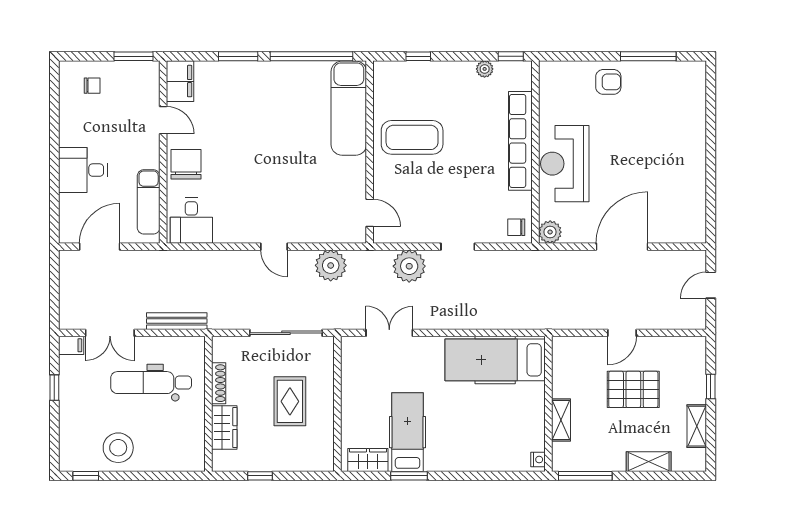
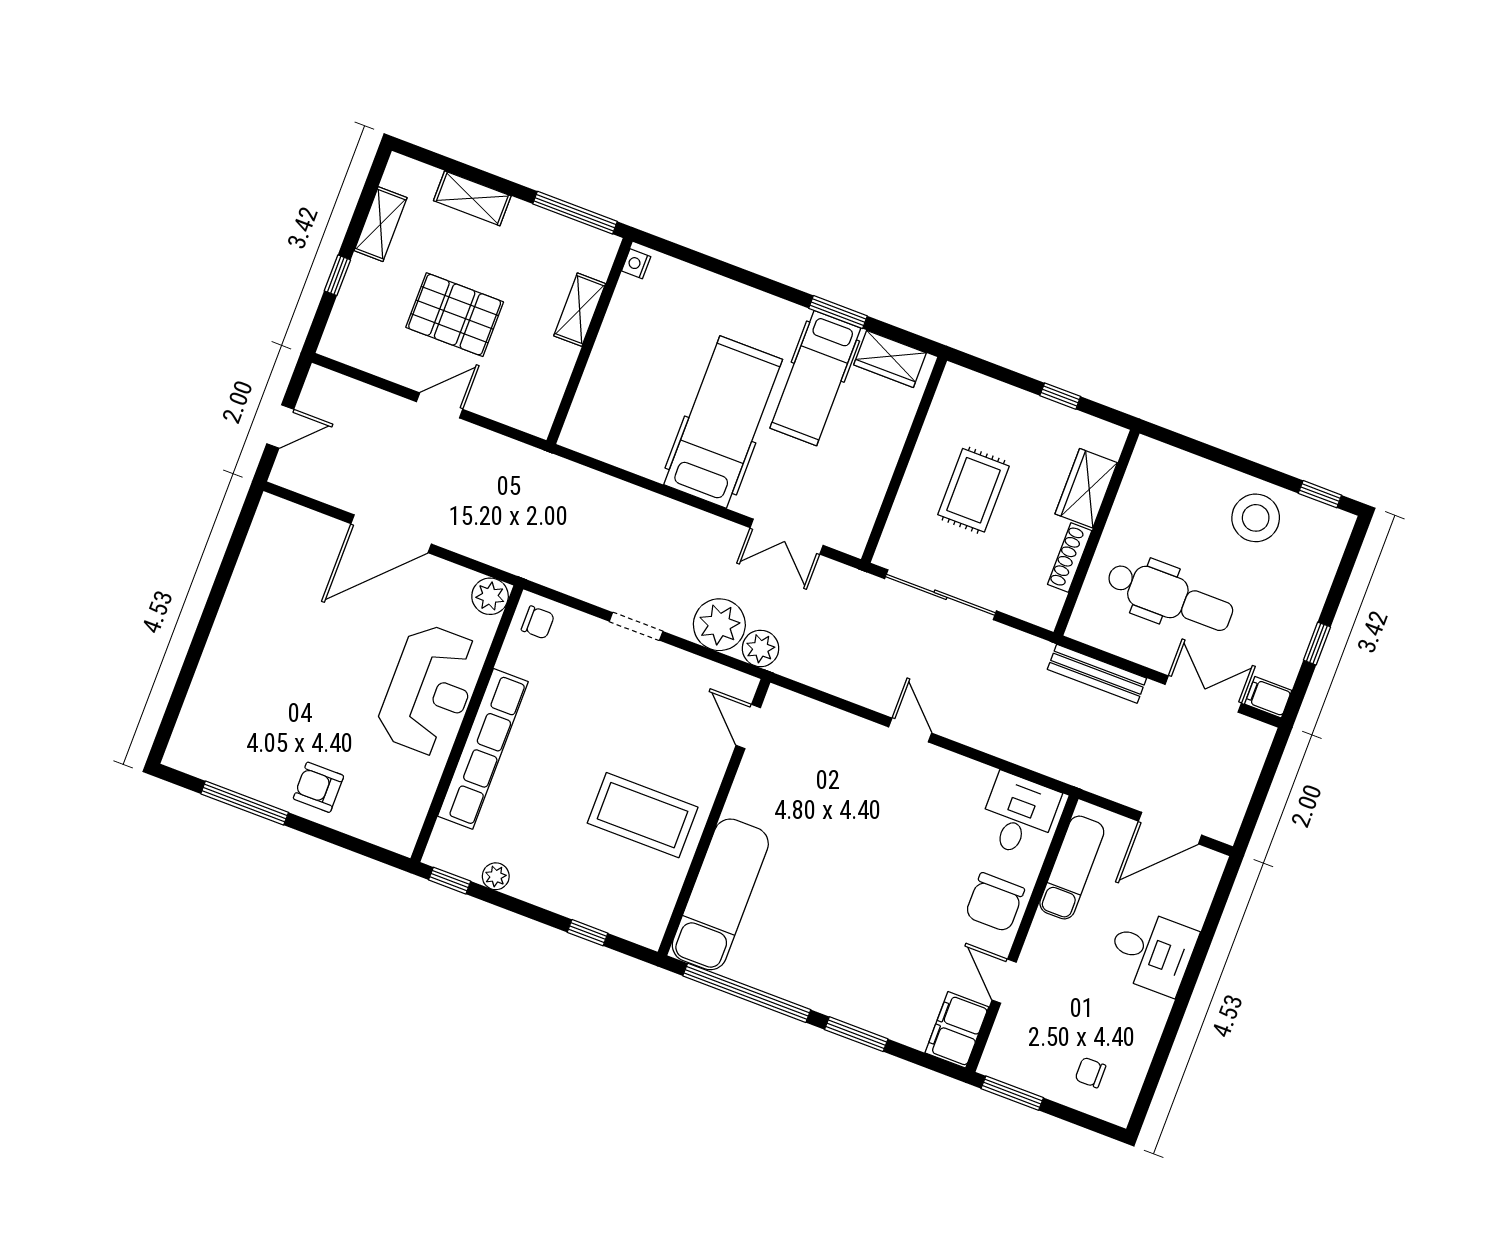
plant: (331, 265) -> (760, 648), moved, width x0.73, depth x0.73
hospital bed: (495, 360) -> (723, 422), moved, turned -90

